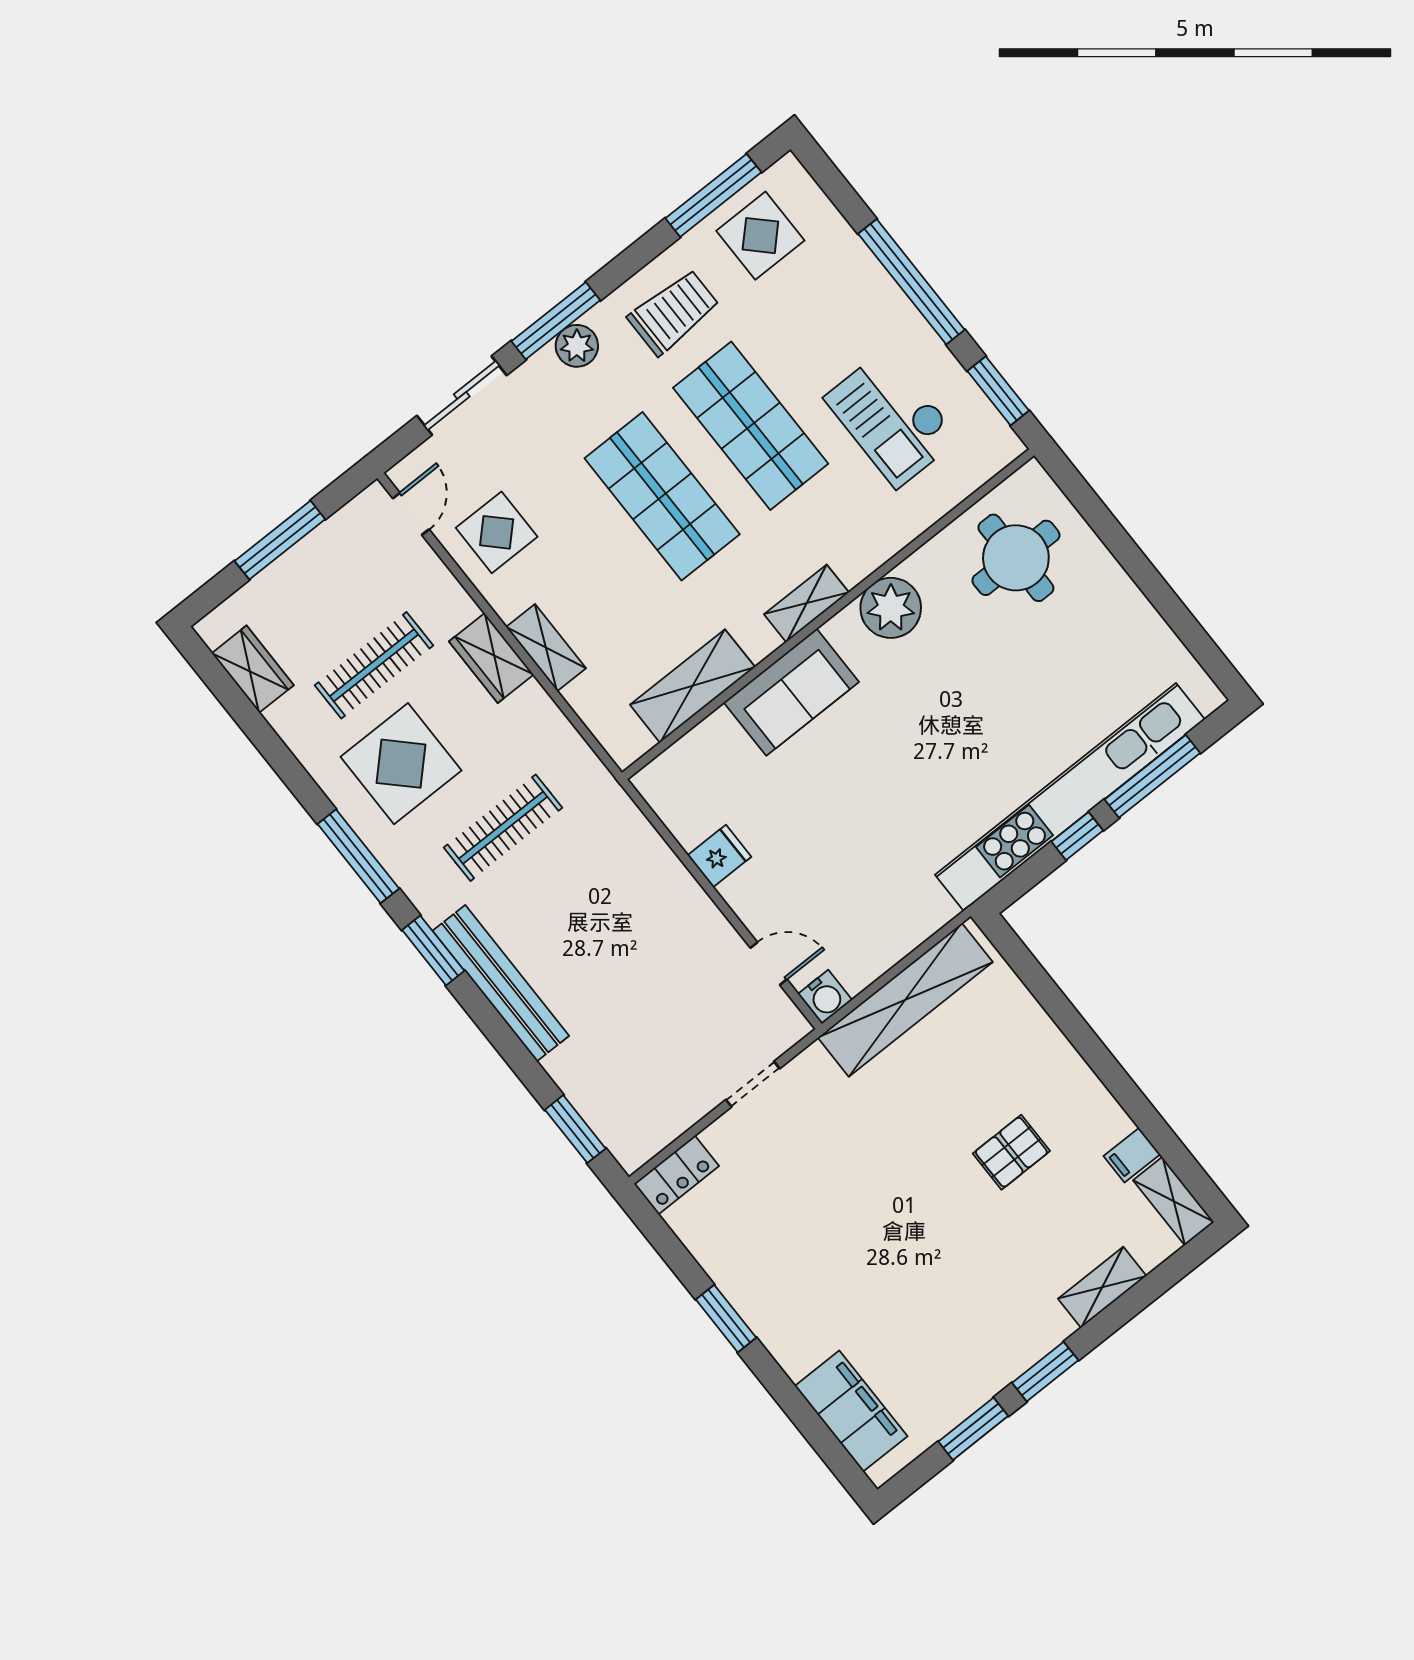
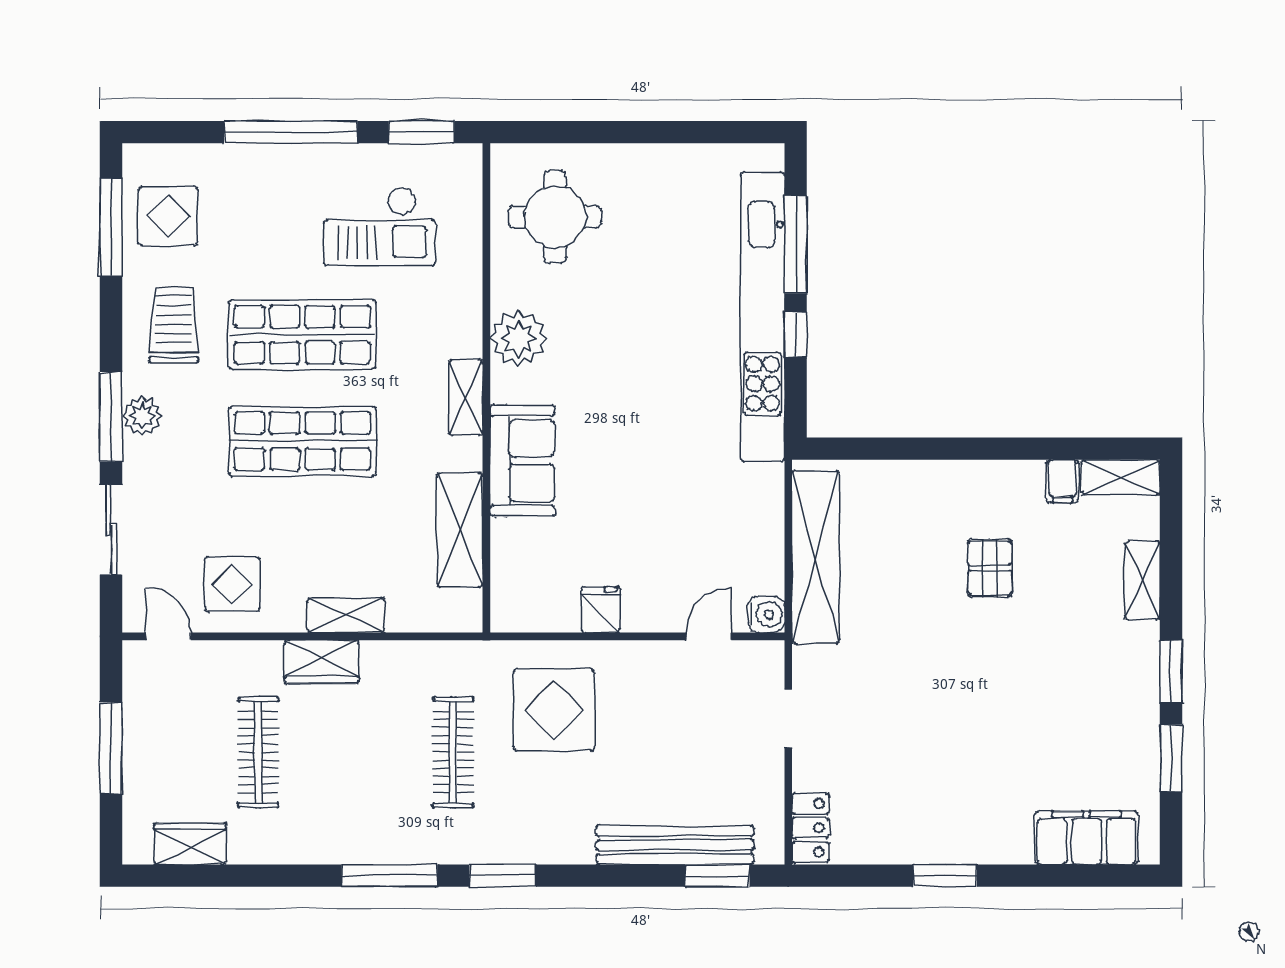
display table: (401, 764) -> (554, 710), moved
bench: (501, 983) -> (675, 845), moved

